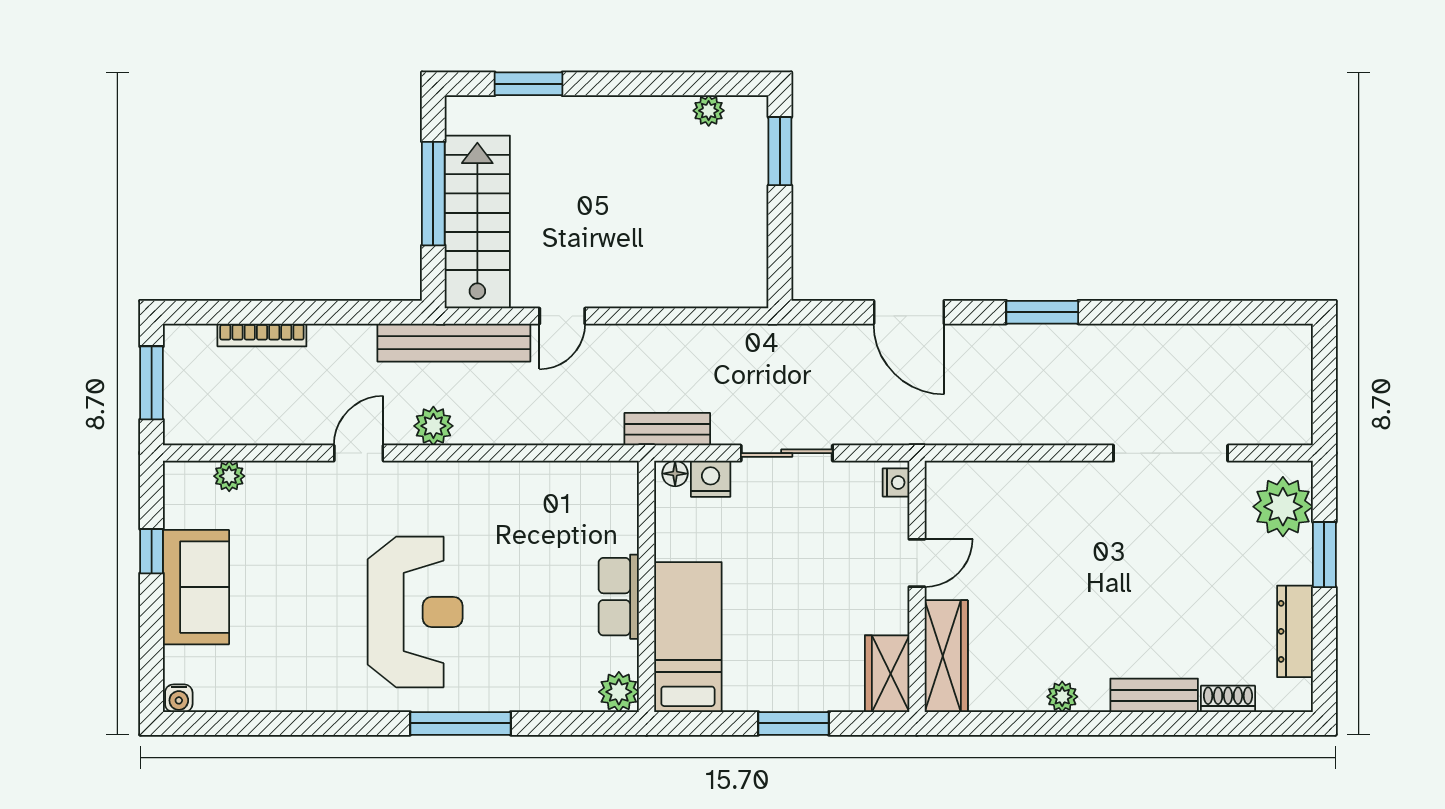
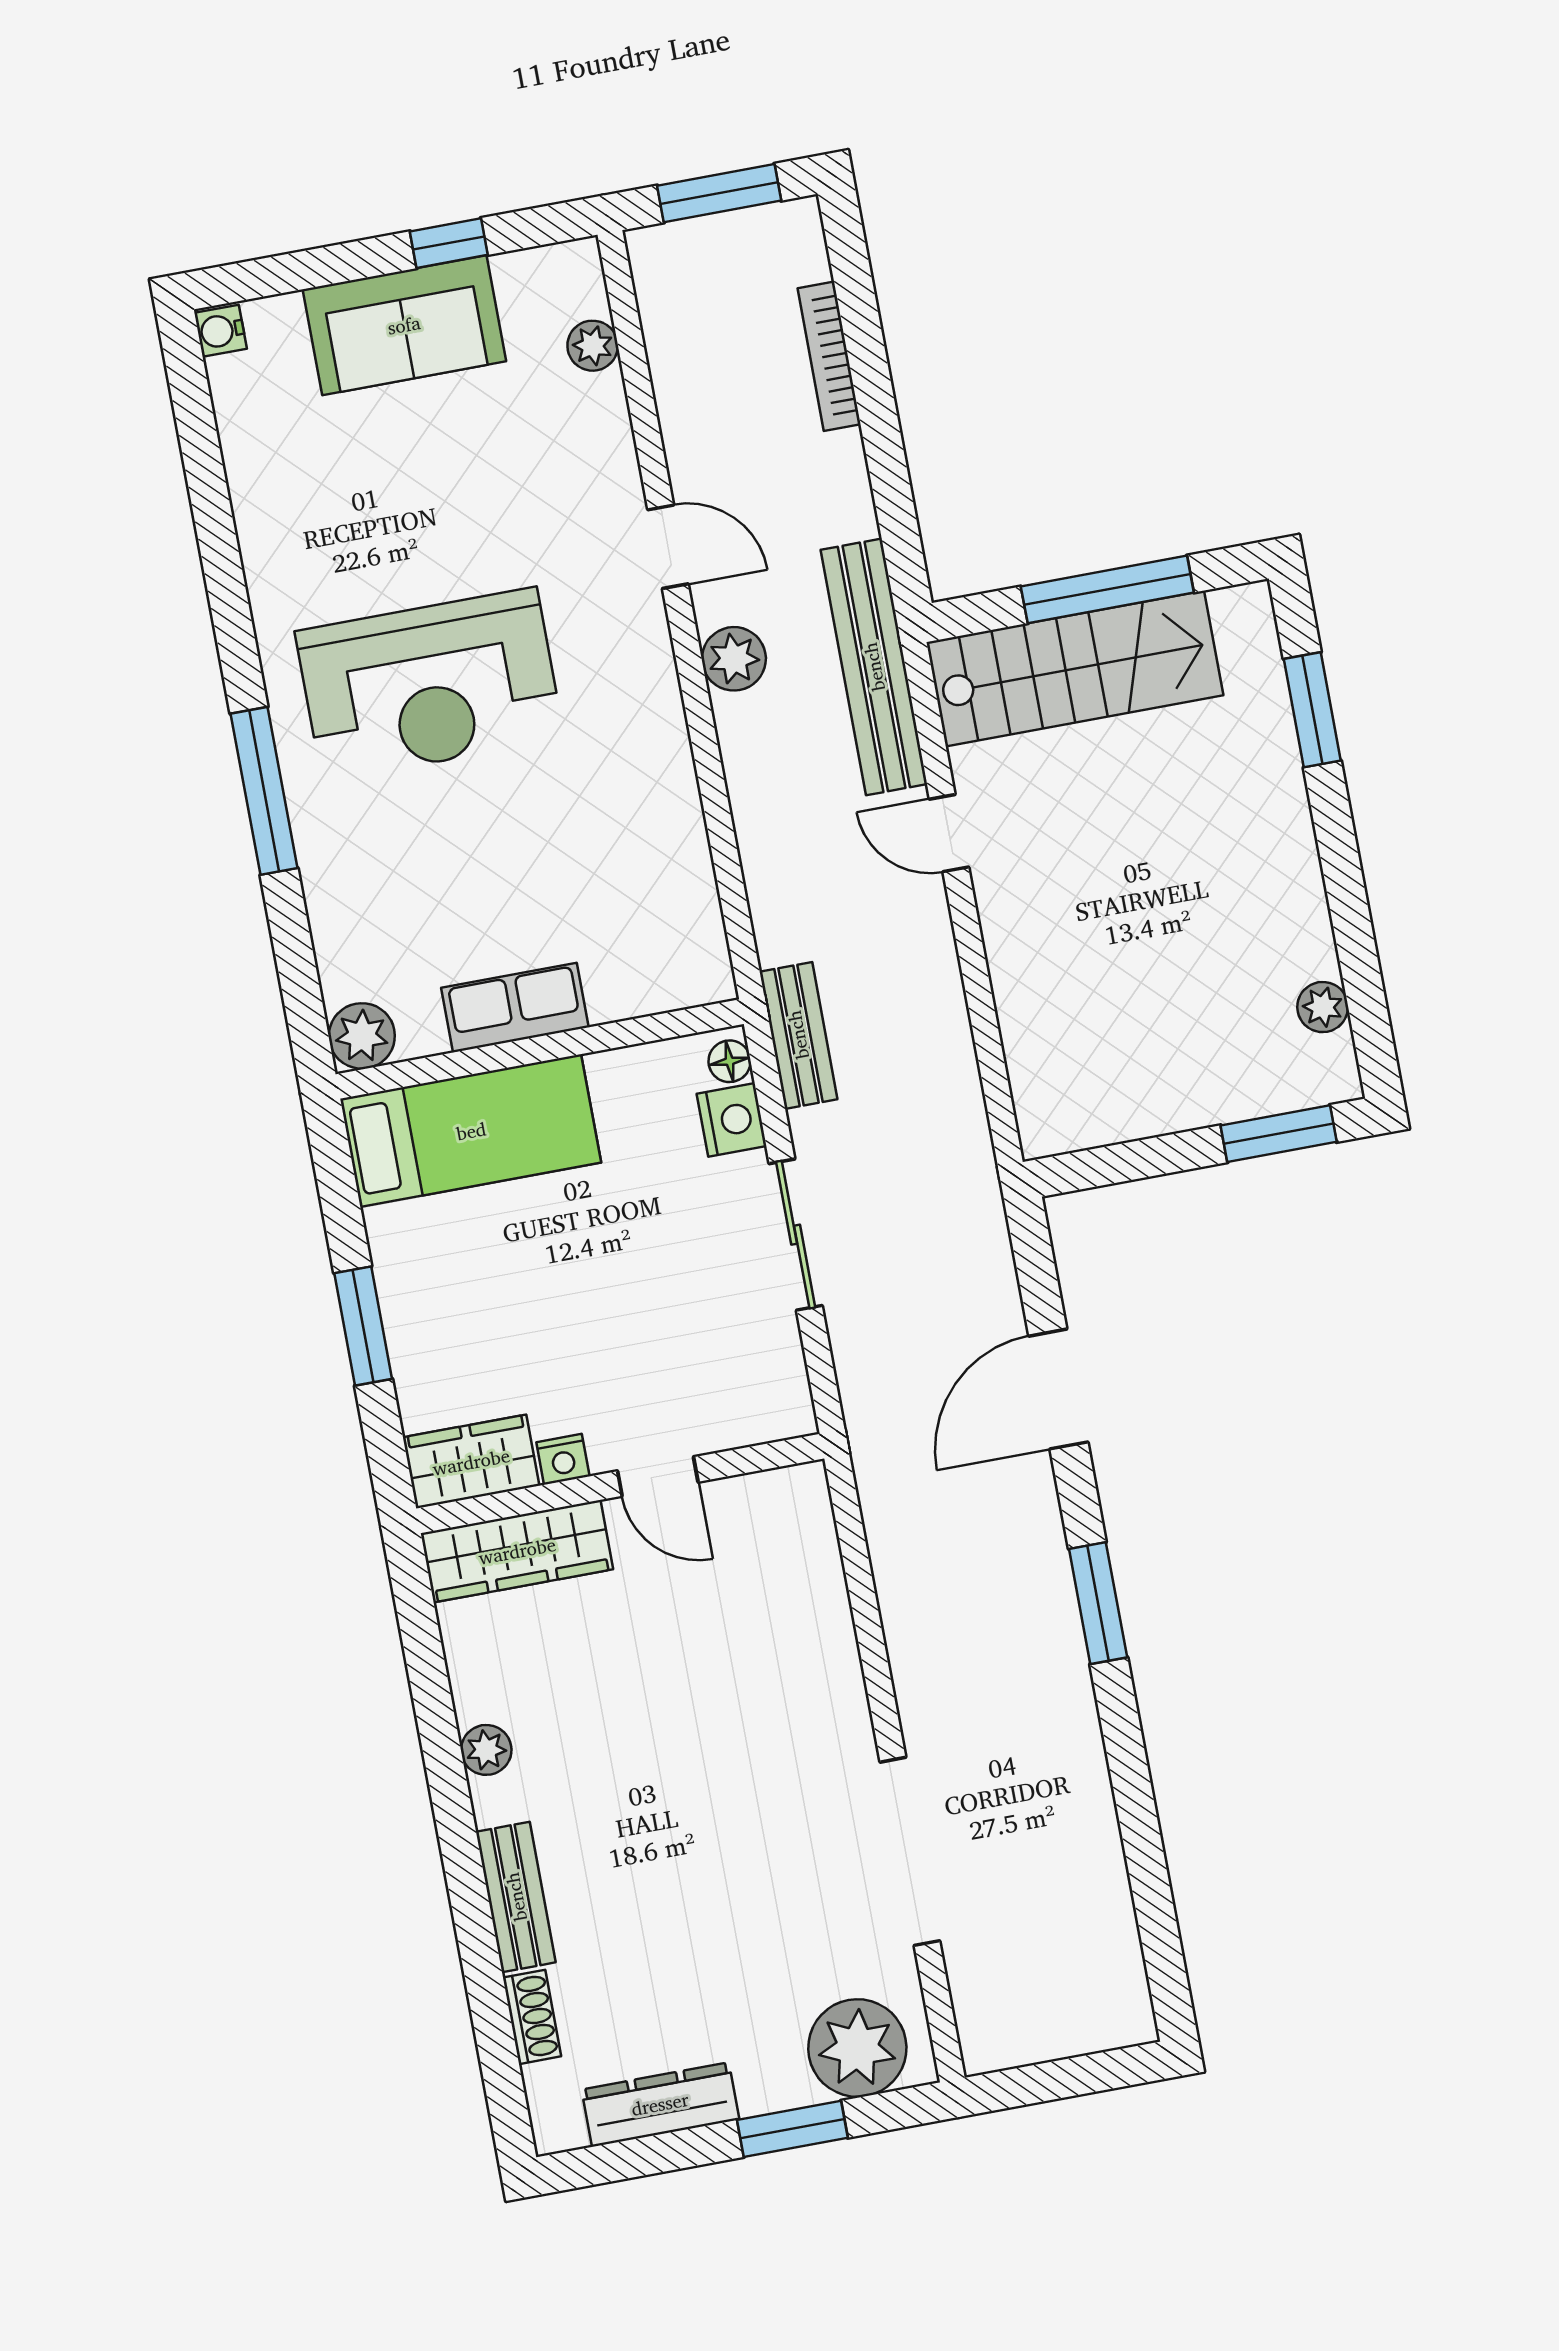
nightstand: (896, 482) -> (563, 1459), moved

